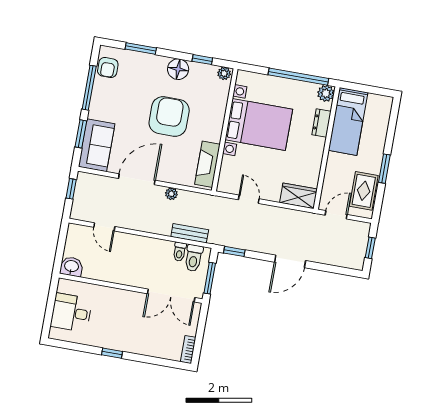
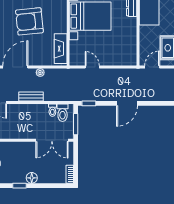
armchair: (169, 116) -> (29, 21), turned -96
wardrobe: (298, 196) -> (125, 59), removed
bench: (190, 233) -> (31, 97), moved
floor lamp: (132, 345) -> (32, 178), added

